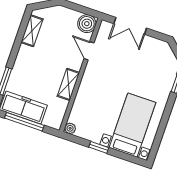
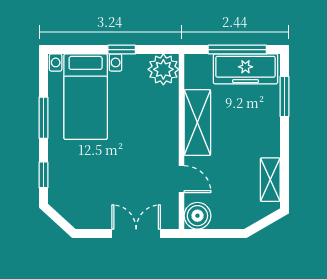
shelving: (68, 84) -> (197, 122), width x1.50, depth x1.33
window: (164, 121) -> (43, 118), added
plant: (70, 128) -> (163, 69), width x1.88, depth x1.88

